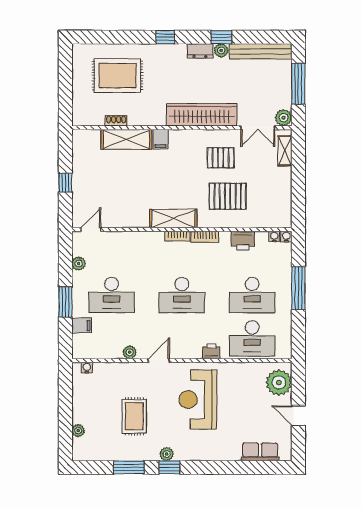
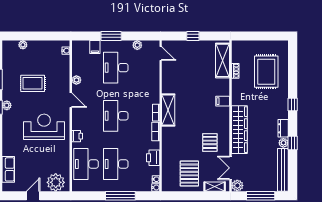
shelving: (126, 139) -> (222, 60), moved
pallet: (228, 196) -> (189, 174), moved

